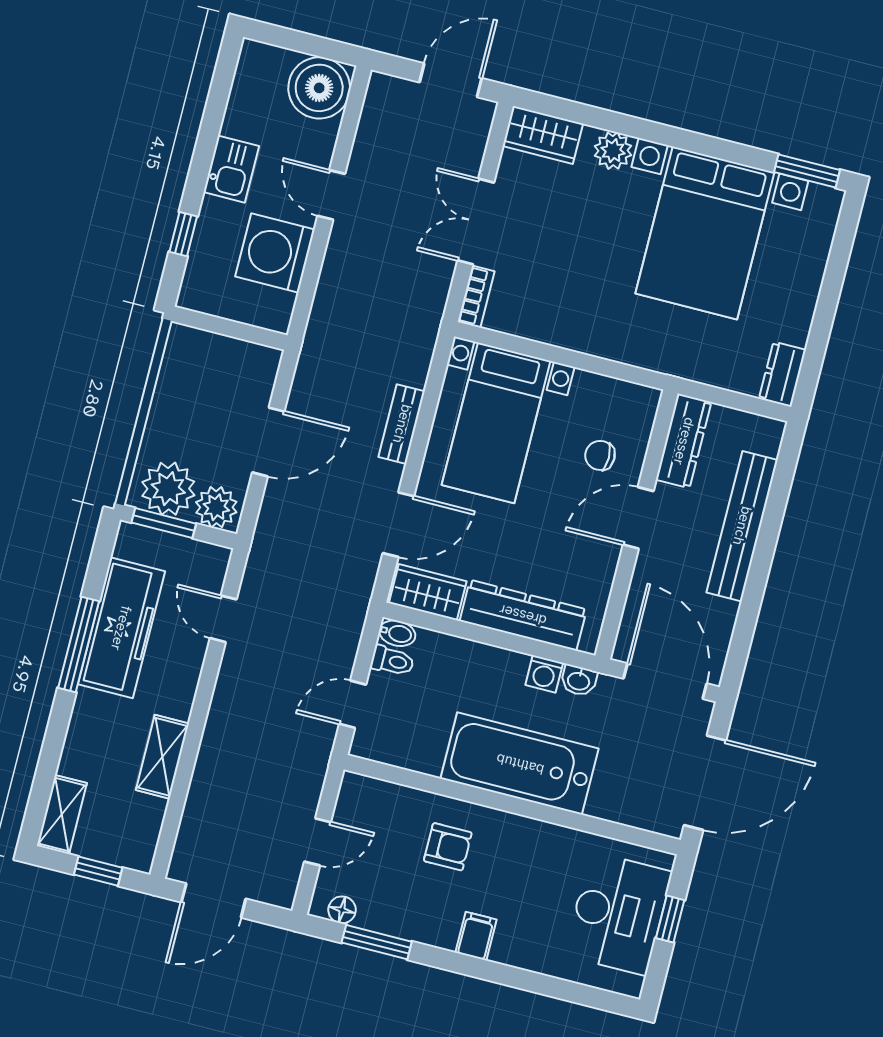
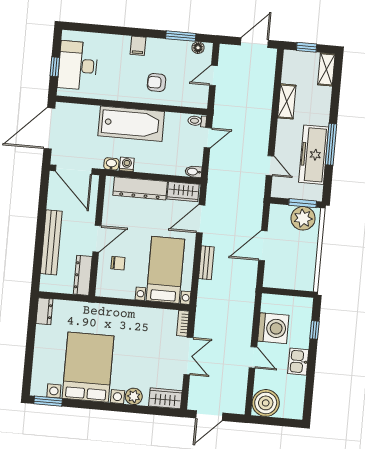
plant: (216, 507) -> (281, 214), removed
toilet: (392, 661) -> (197, 121), moved

